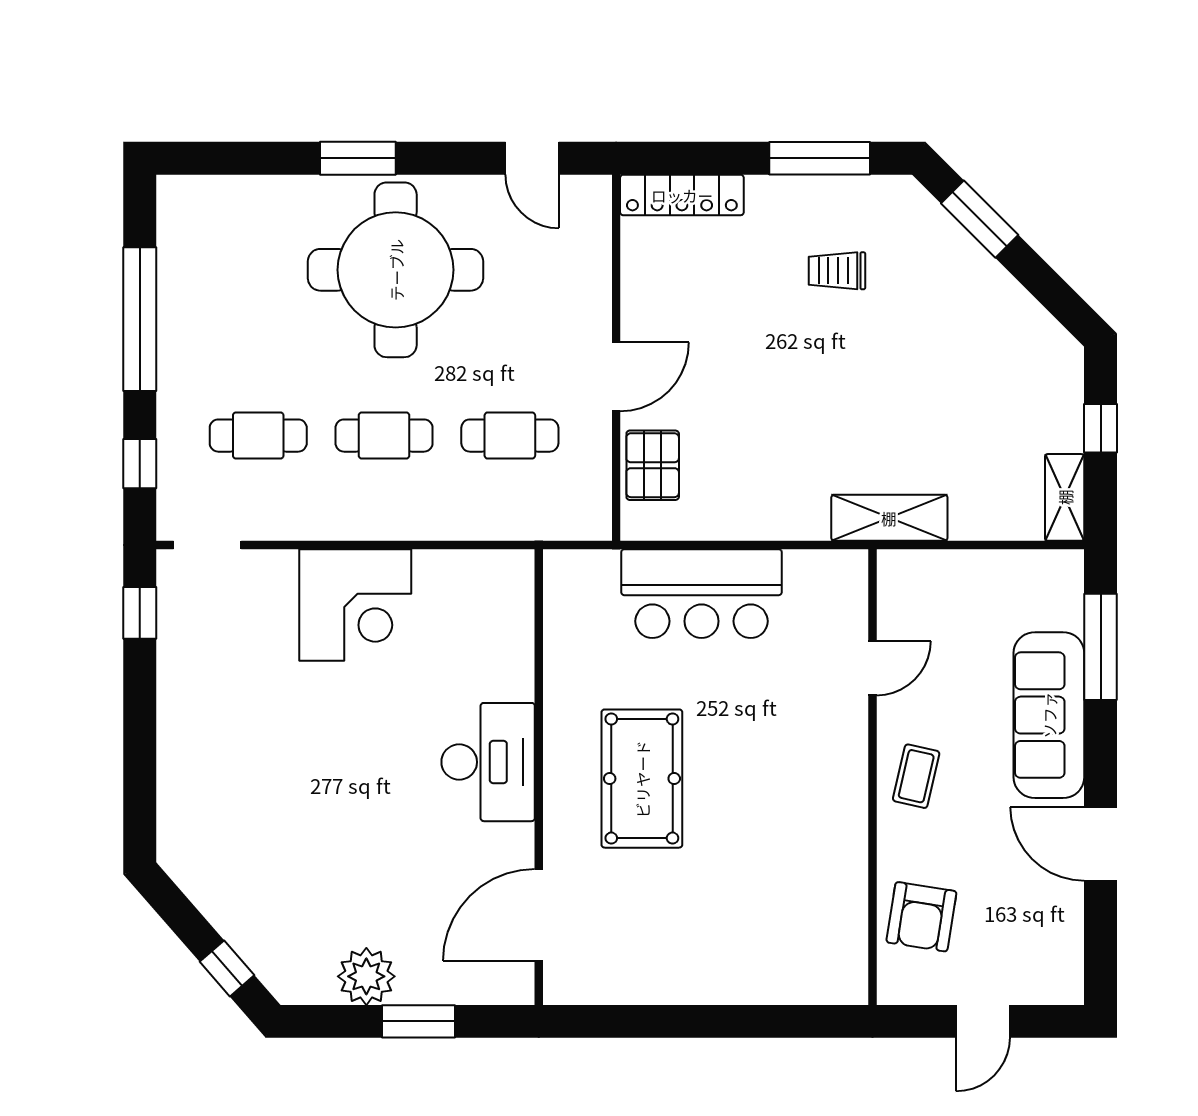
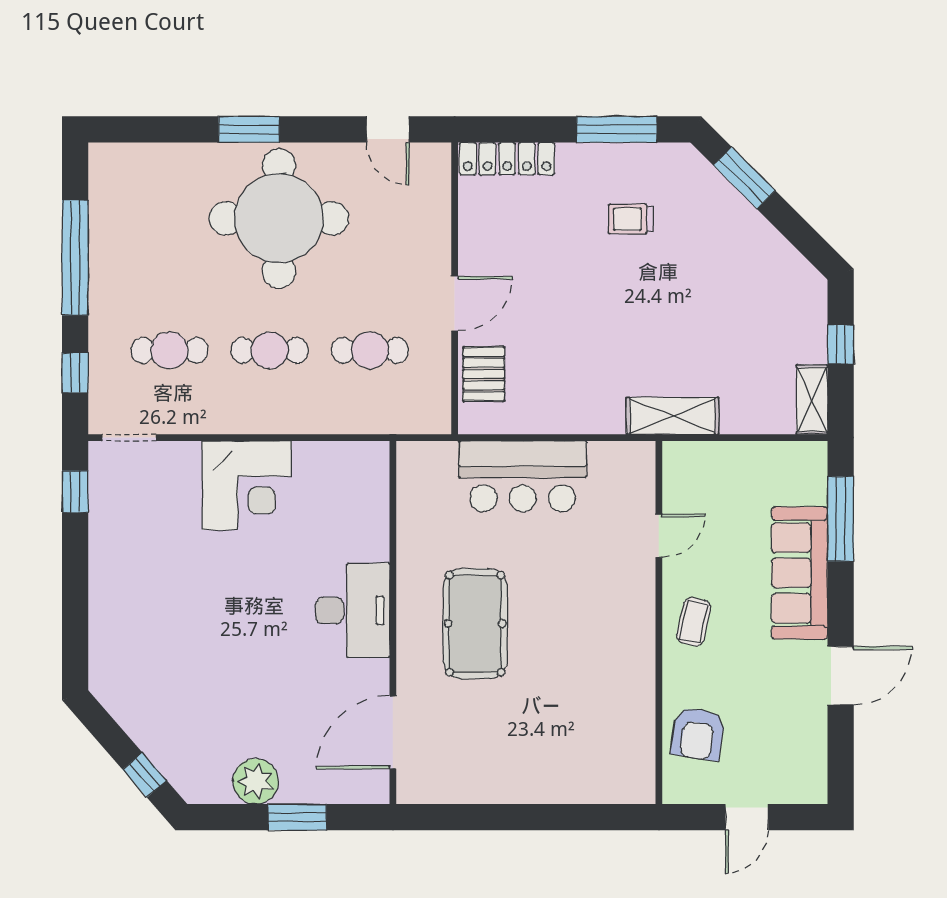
door: (1101, 844) -> (841, 676), swing flipped

